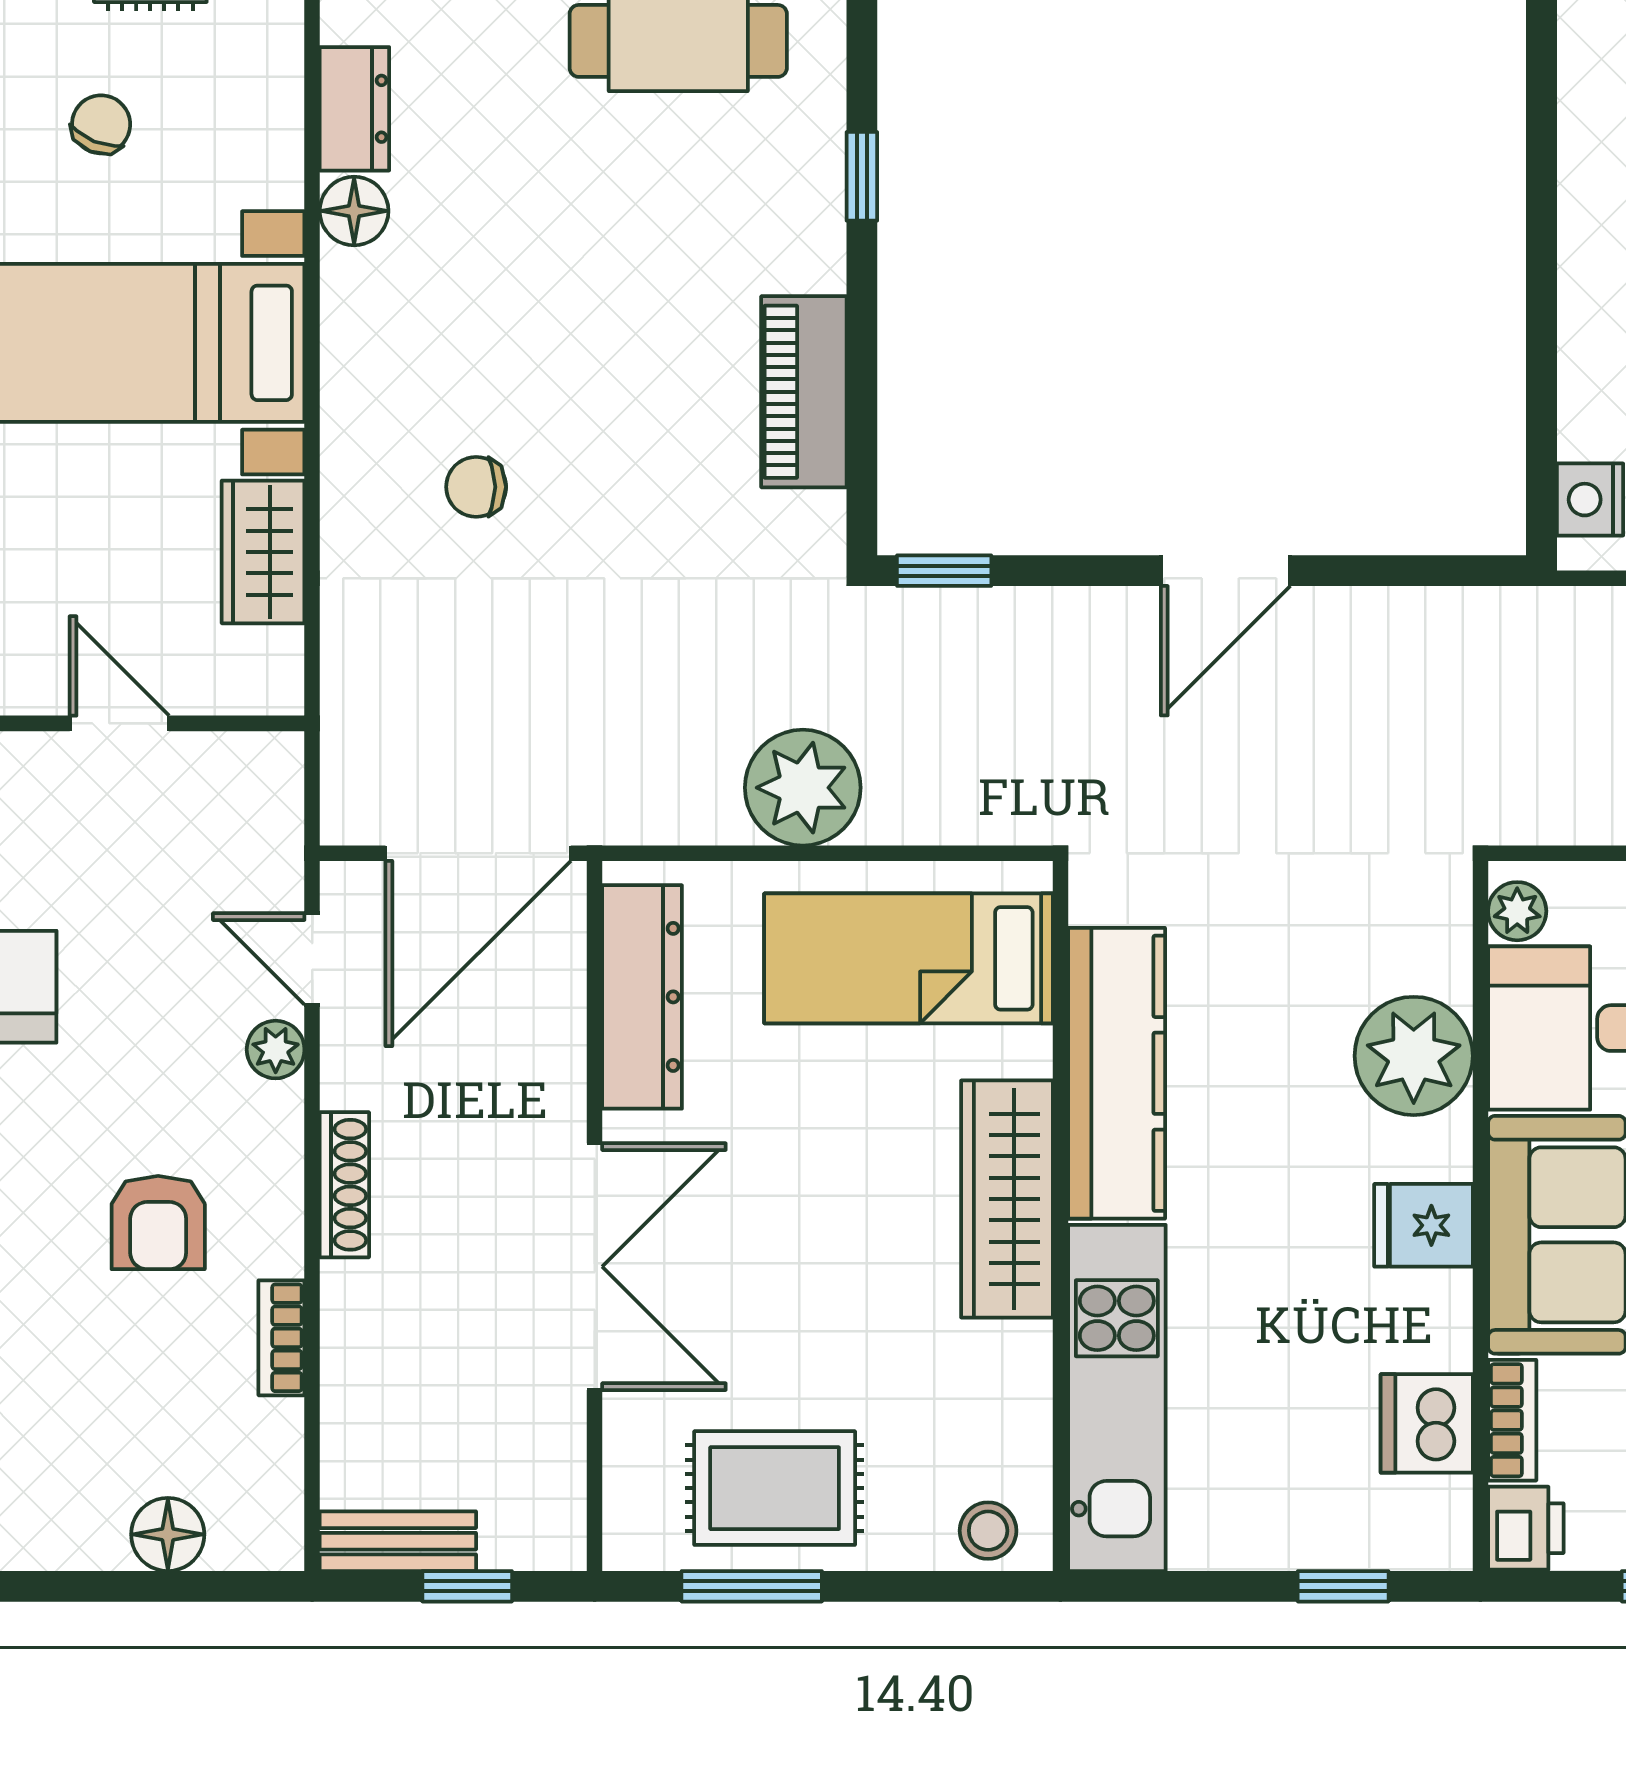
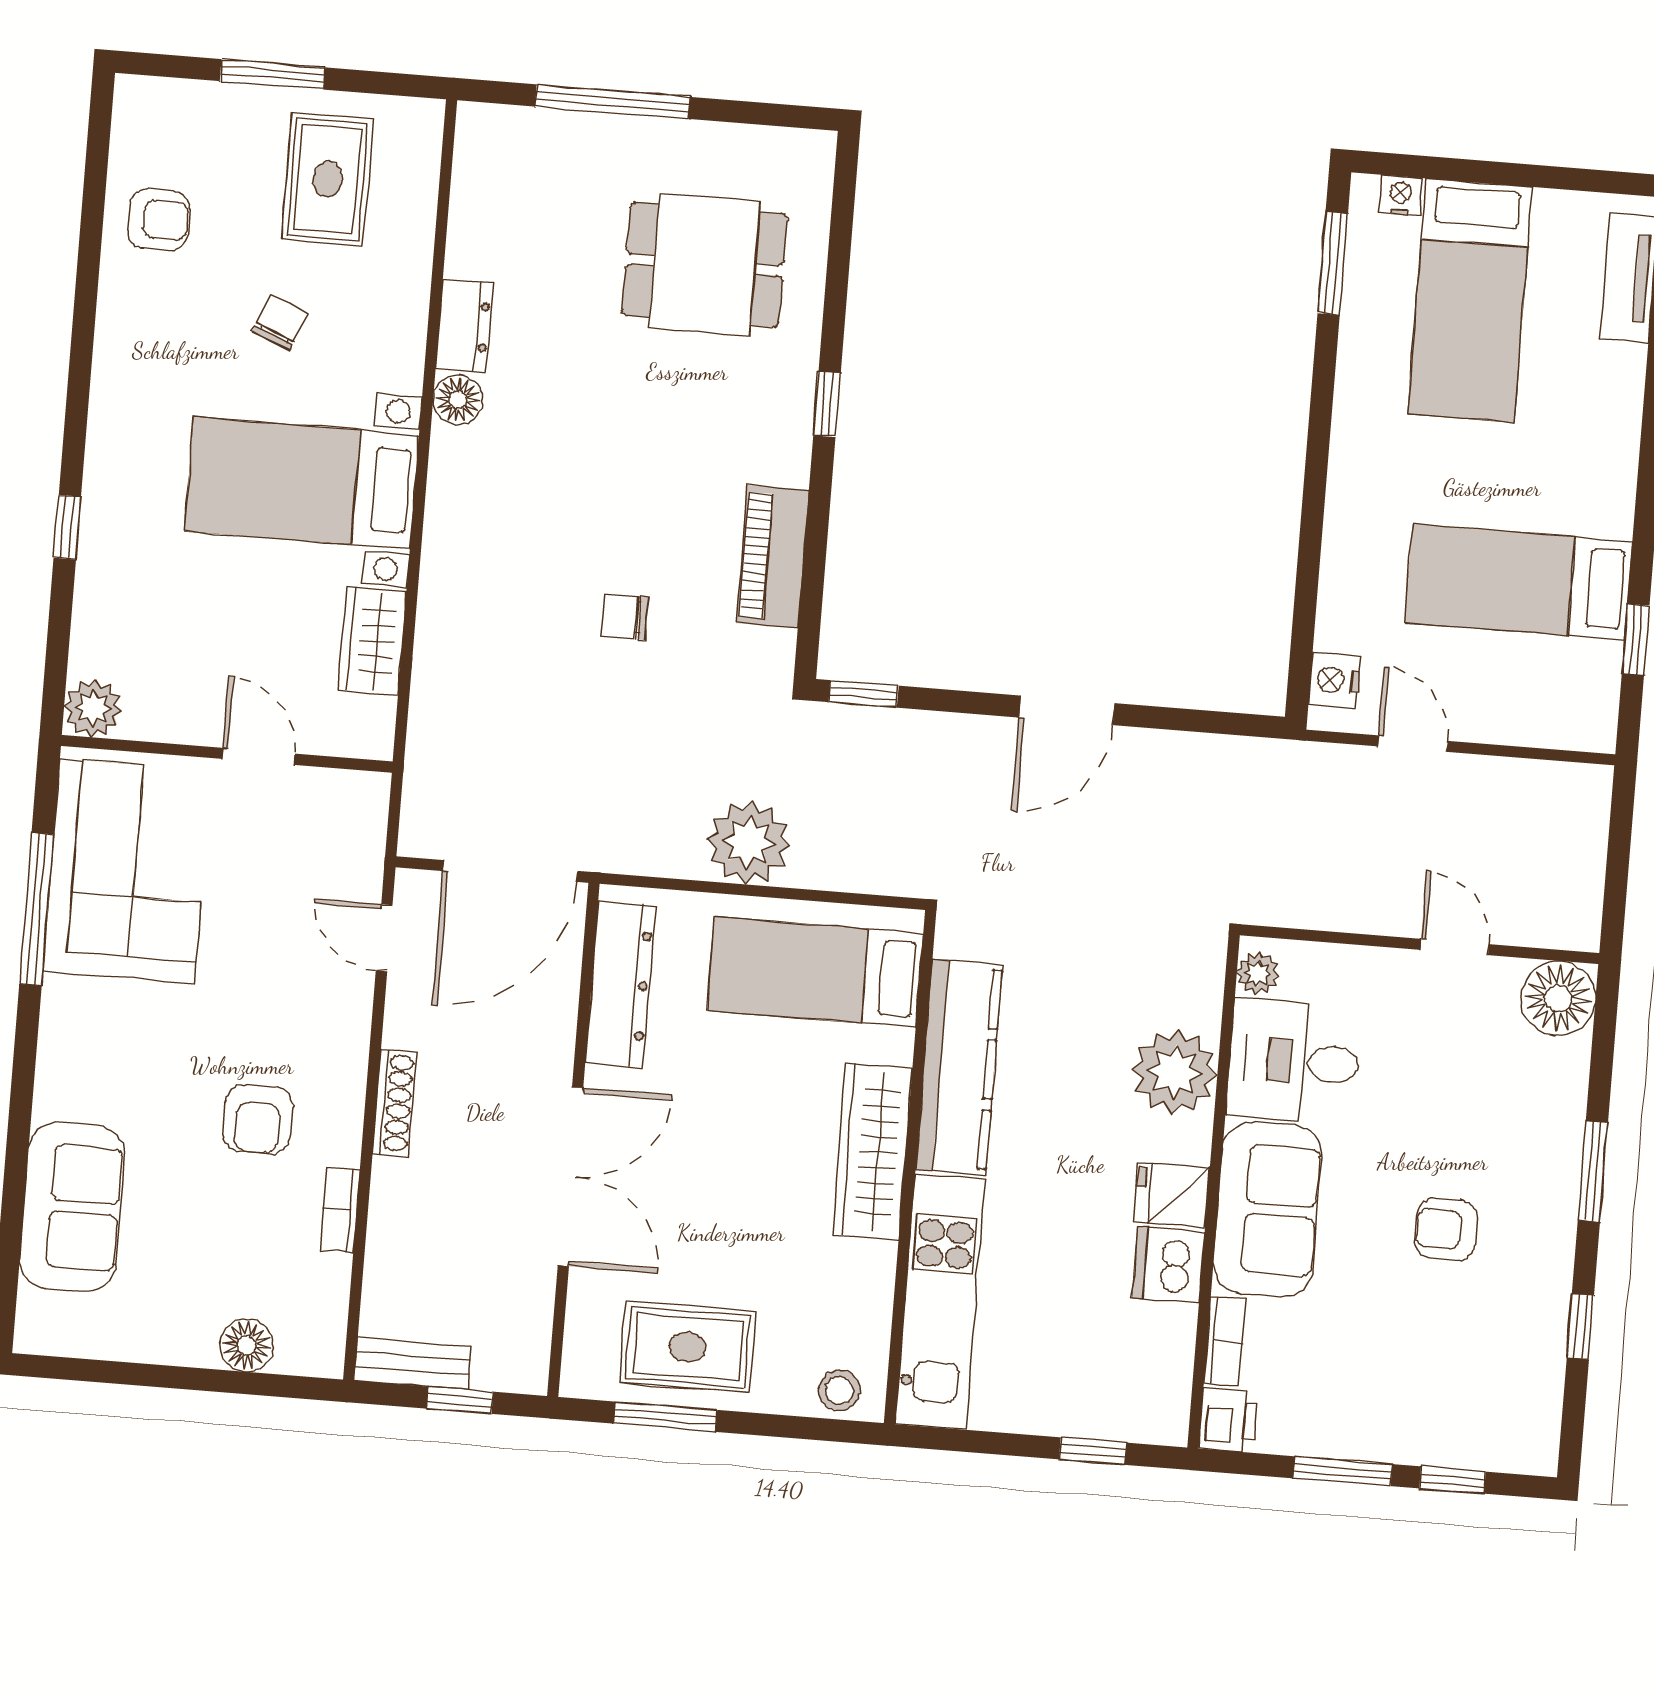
chair: (476, 487) -> (625, 617), moved
plant: (276, 1050) -> (353, 1001), removed
dishwasher: (1427, 1423) -> (1169, 1265), moved

